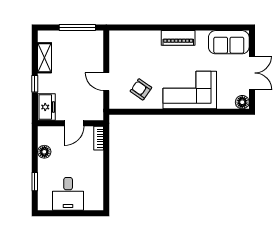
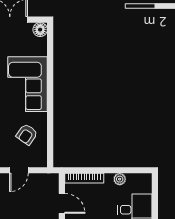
bookcase: (99, 138) -> (84, 178), width x1.56
plant: (98, 179) -> (120, 179), added

